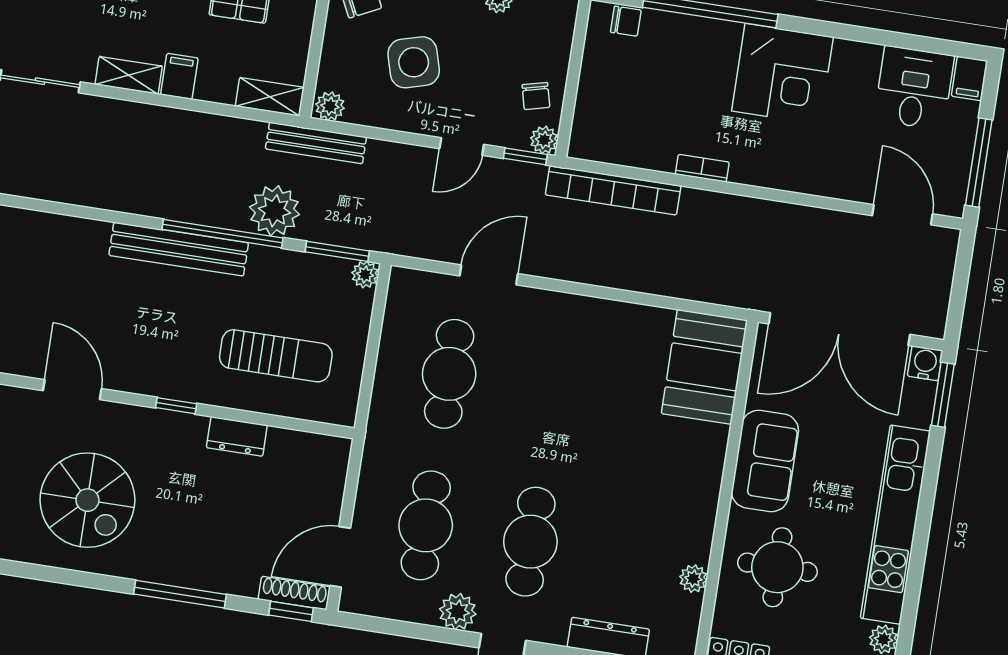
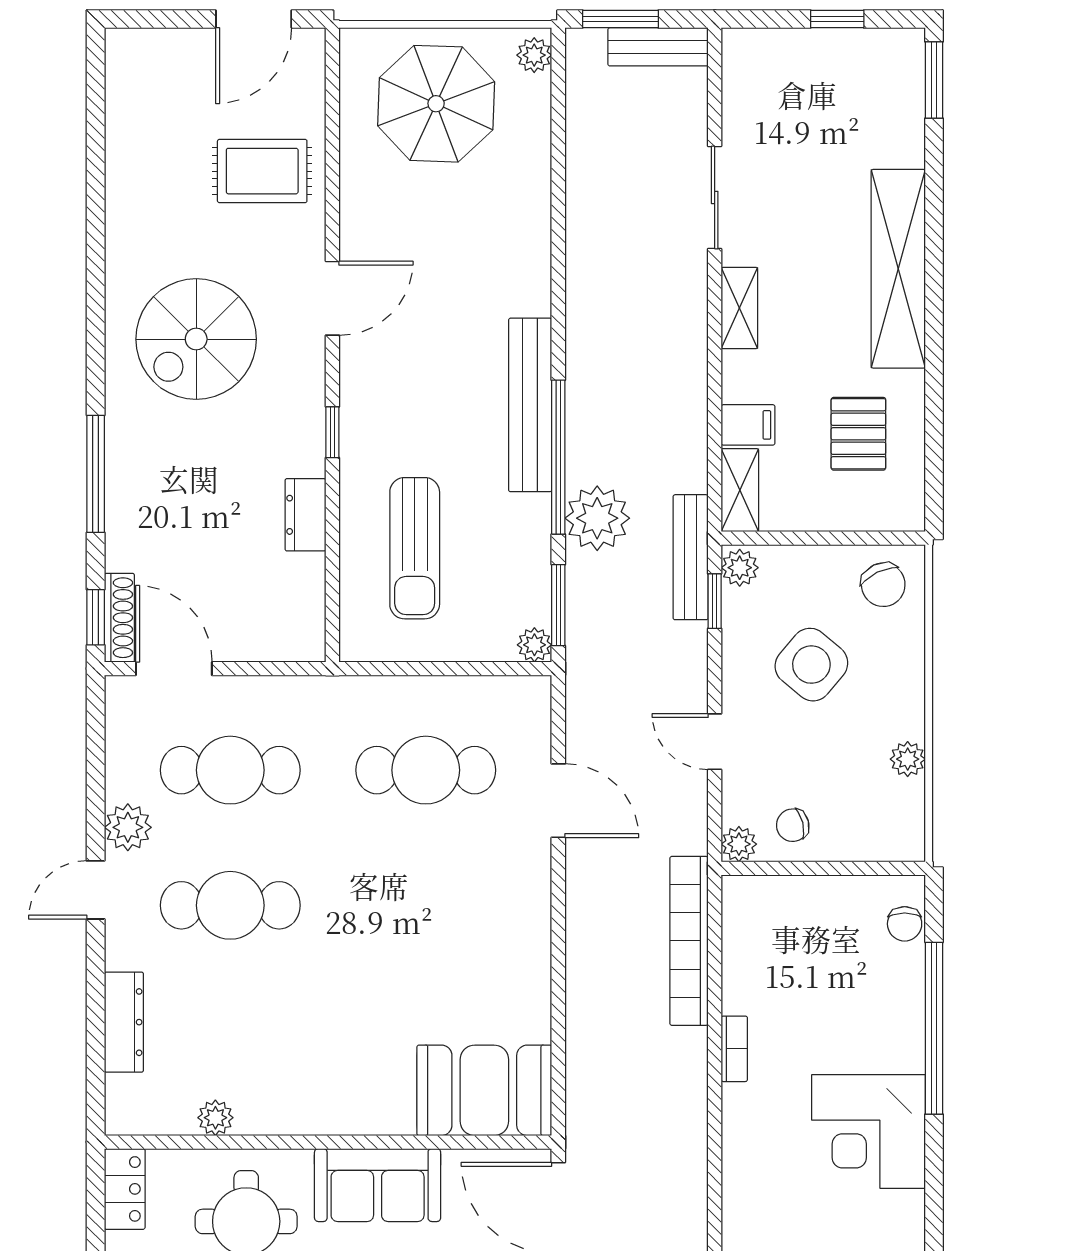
side table: (414, 62) -> (811, 665), turned -34
filing cabinet: (179, 76) -> (748, 425), moved
window: (525, 156) -> (715, 601), moved

